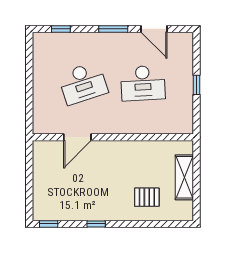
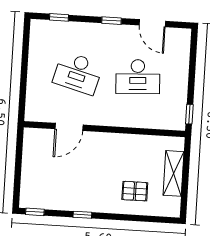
window: (113, 29) -> (112, 21), width x0.67
desk: (83, 83) -> (78, 73), turned 33
window: (196, 85) -> (189, 114), moved

